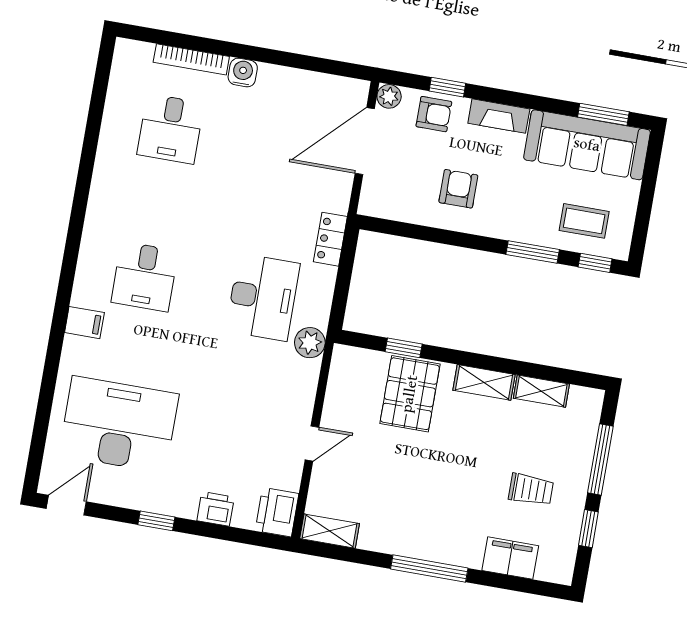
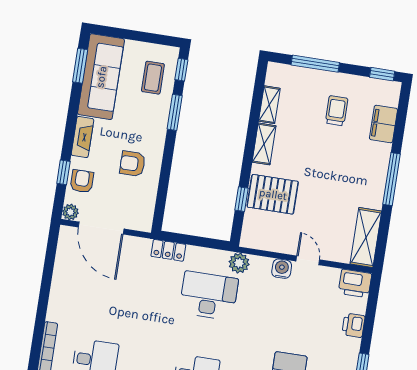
water cooler: (243, 73) -> (282, 269), moved, turned 90
window: (588, 529) -> (382, 74), moved
shelving: (330, 531) -> (366, 237), width x1.50, depth x1.33

